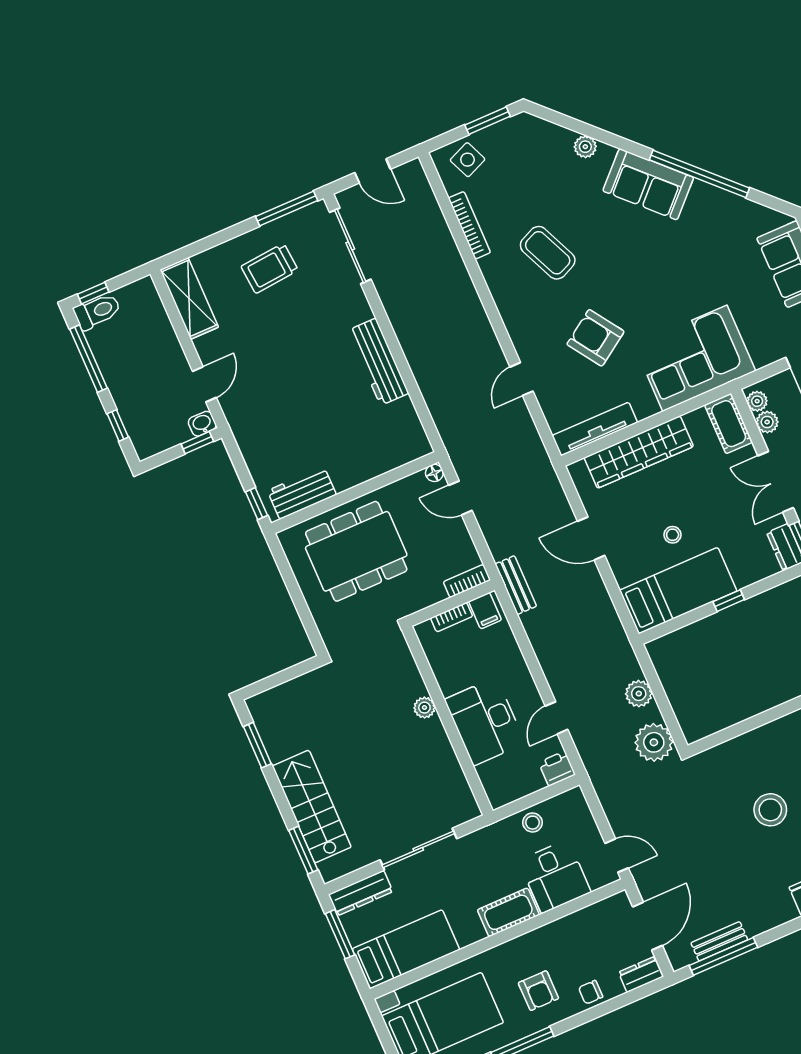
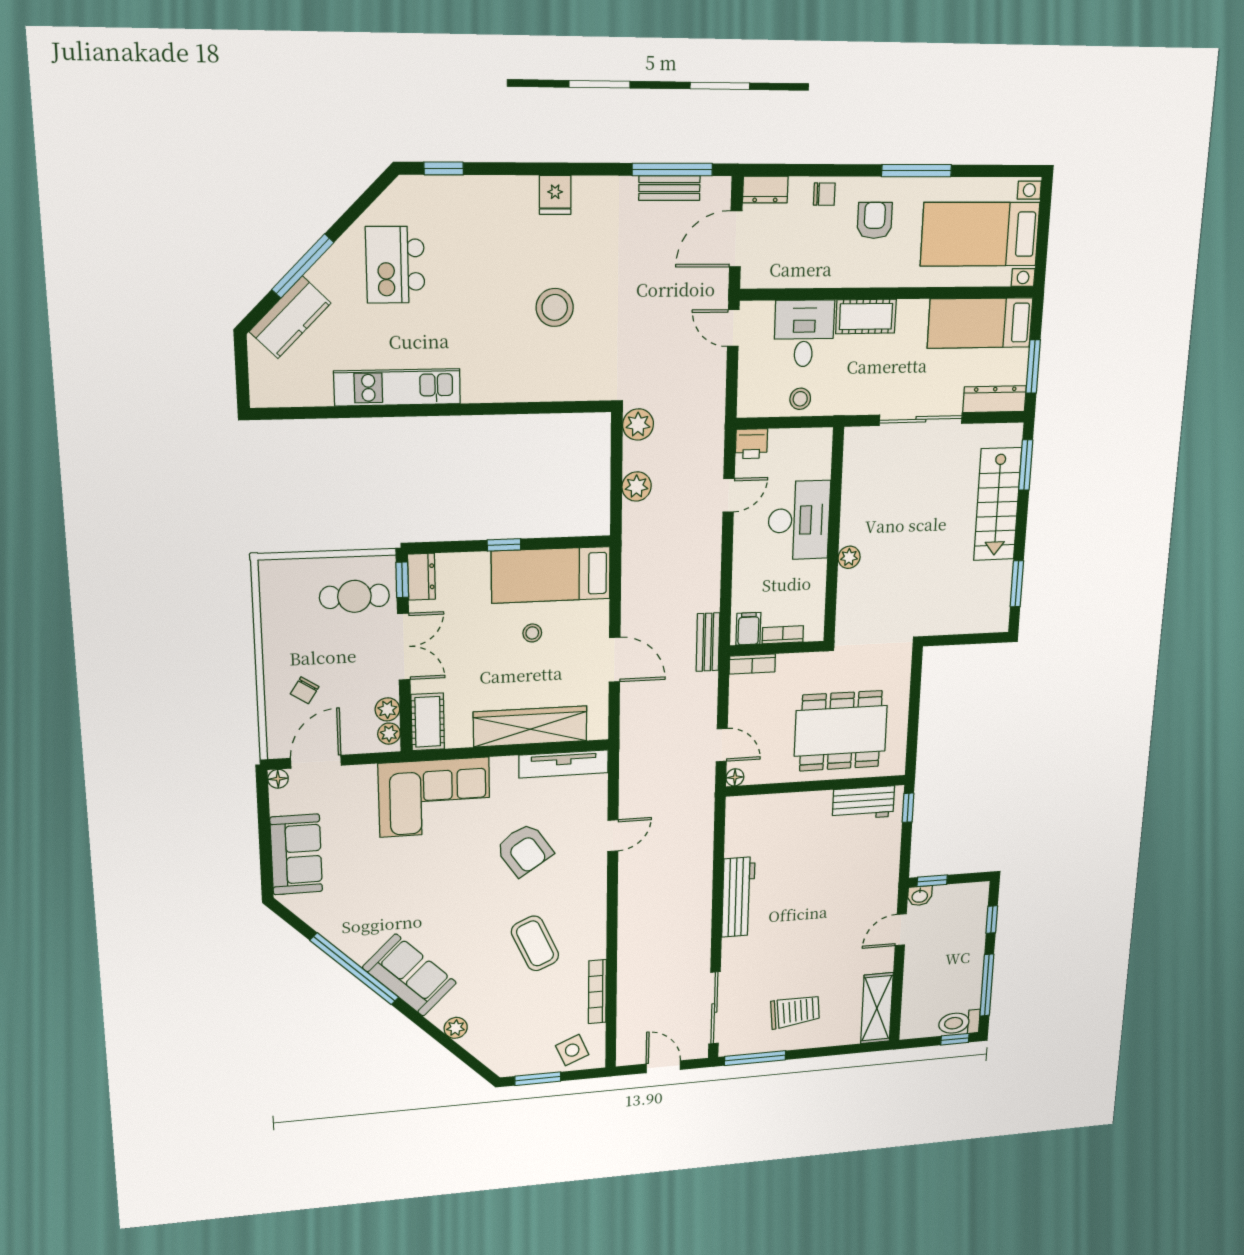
plant: (654, 742) -> (638, 425), width x0.73, depth x0.73

